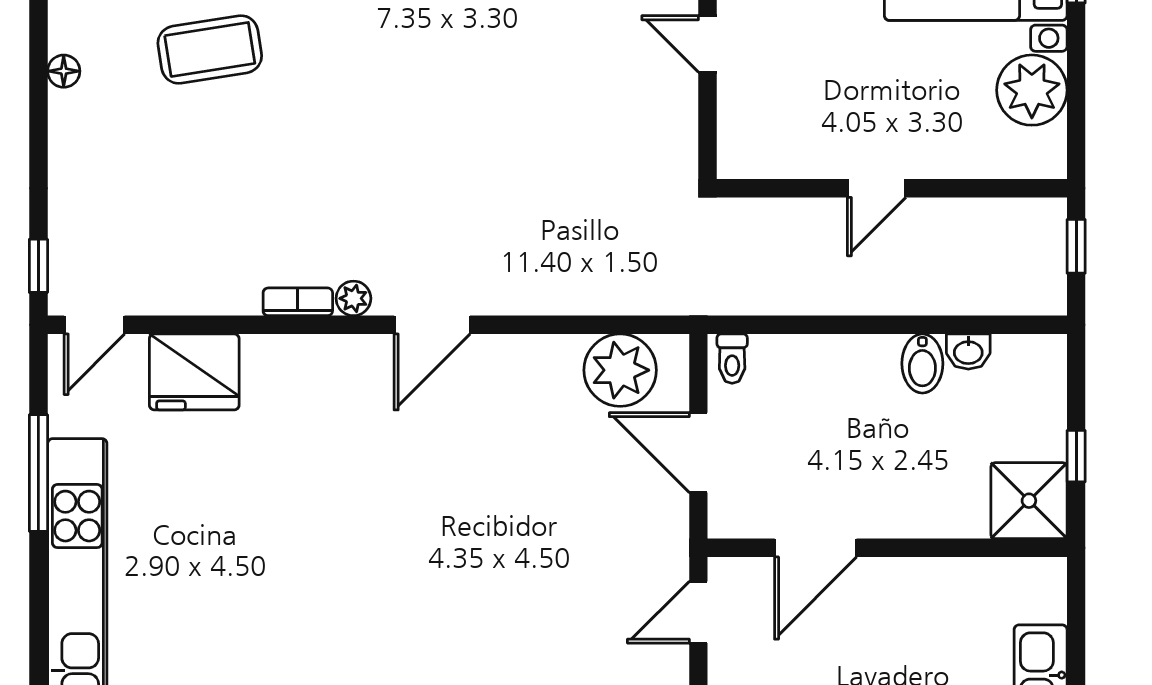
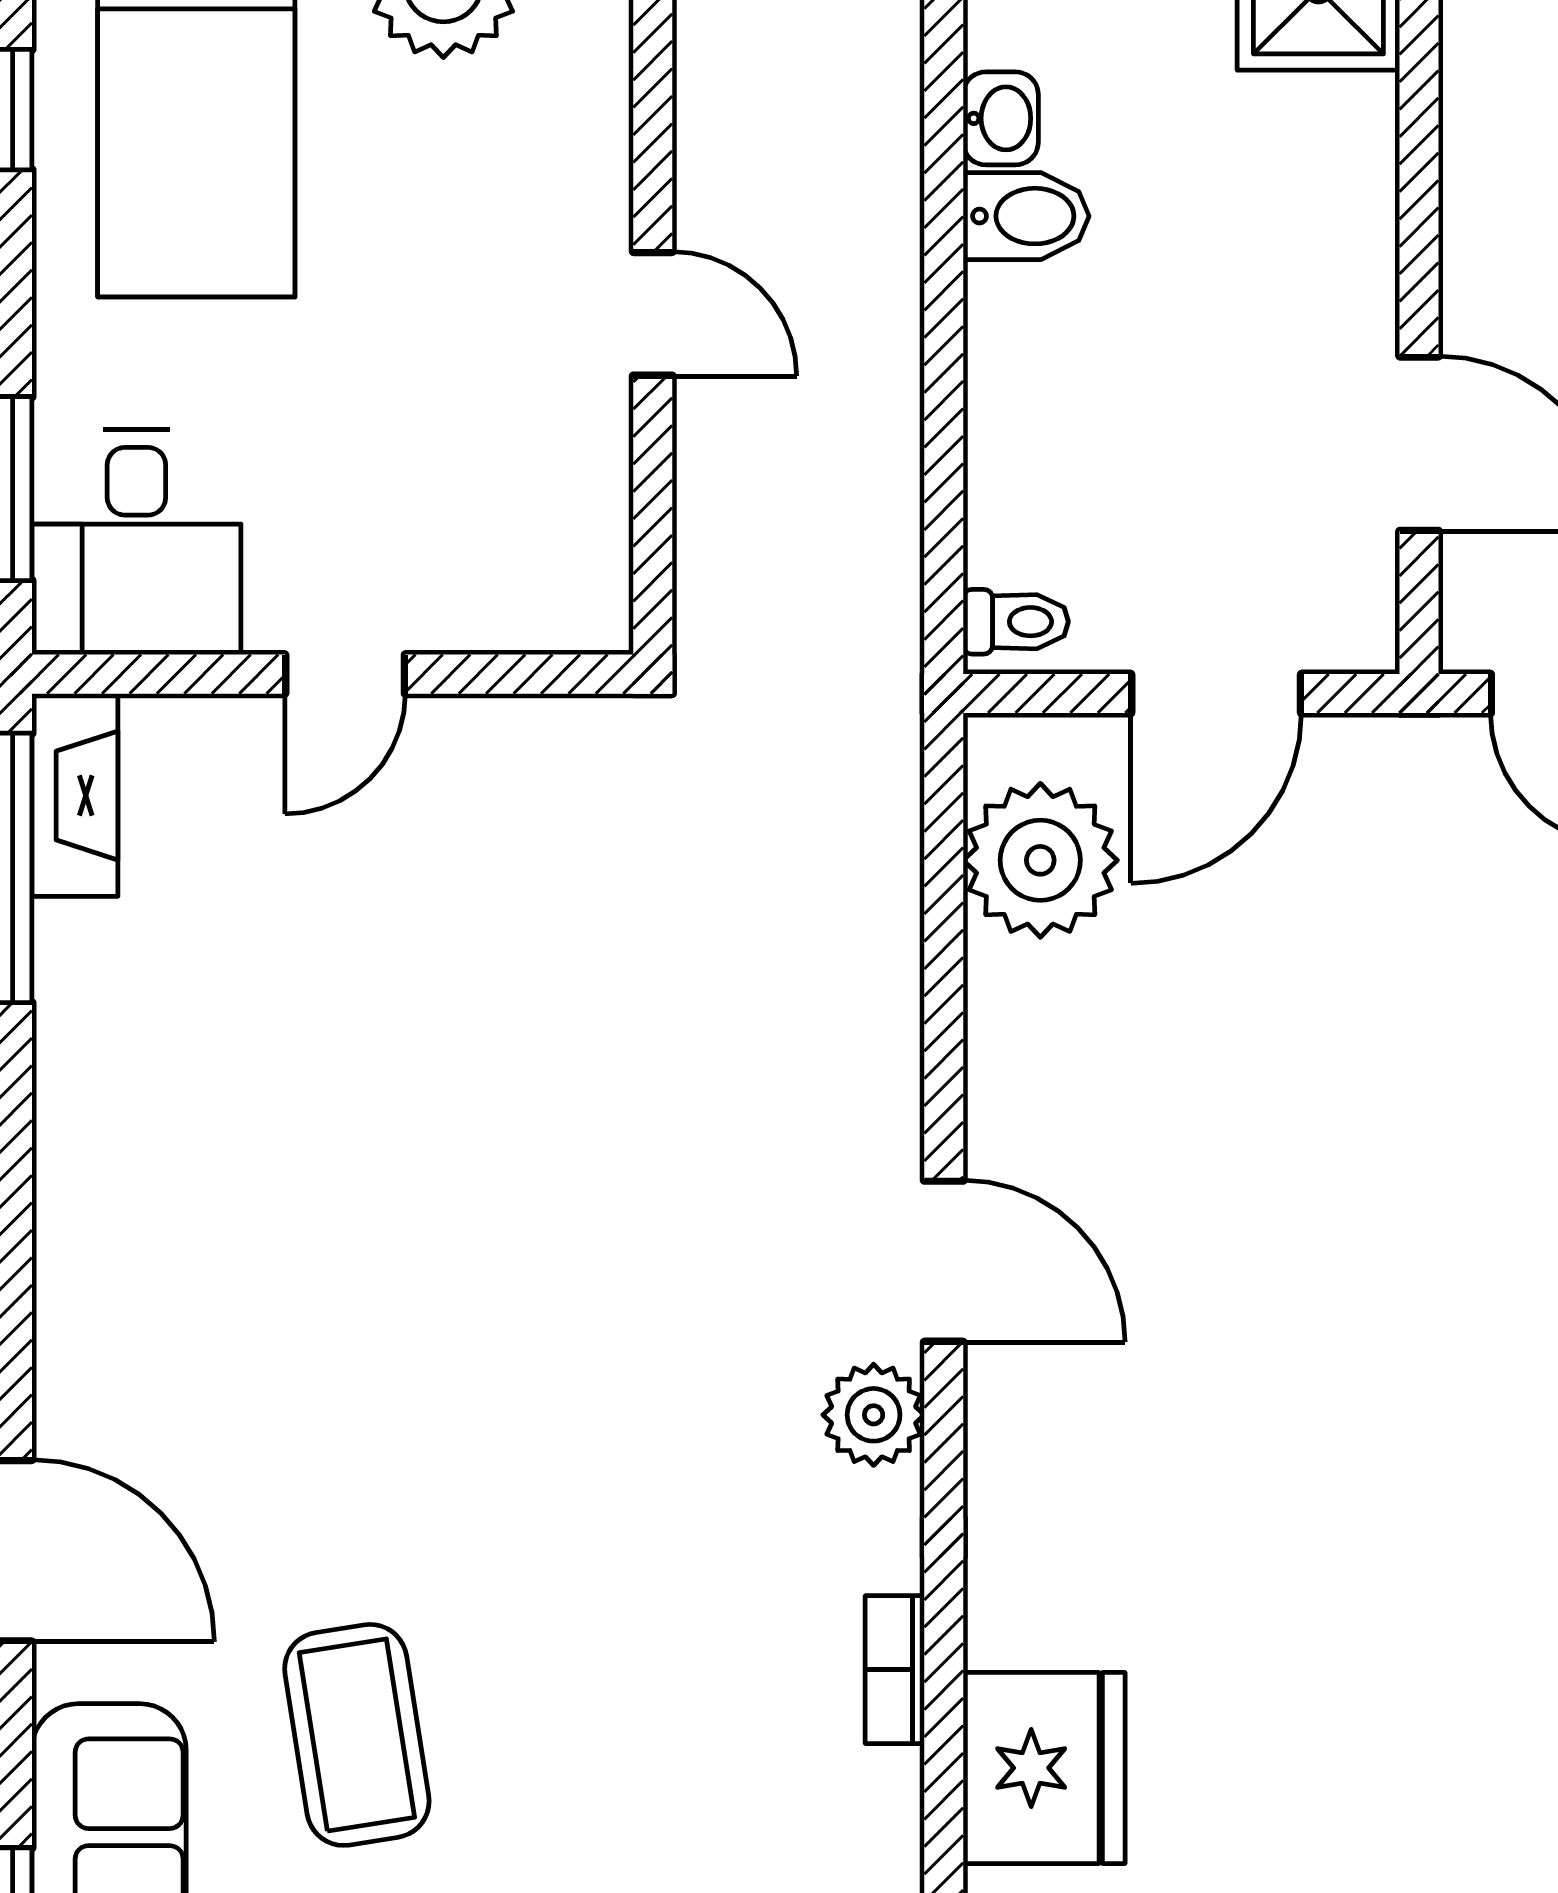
plant: (353, 298) -> (874, 1415), width x1.38, depth x1.38
bookcase: (298, 302) -> (895, 1670), moved

